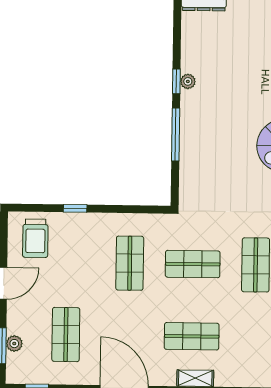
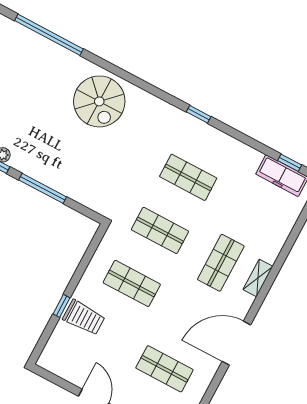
trolley: (35, 238) -> (84, 318), moved
shop shelf: (193, 264) -> (160, 230), turned 90

